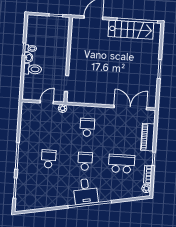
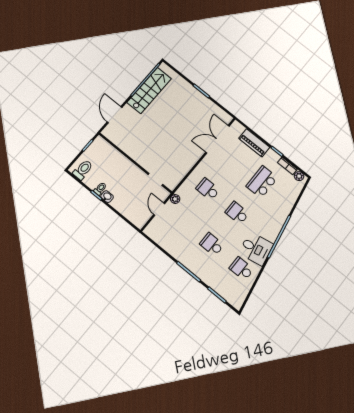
toilet: (33, 69) -> (83, 170), moved
desk: (85, 191) -> (256, 249), moved
school desk: (46, 193) -> (241, 269), added

